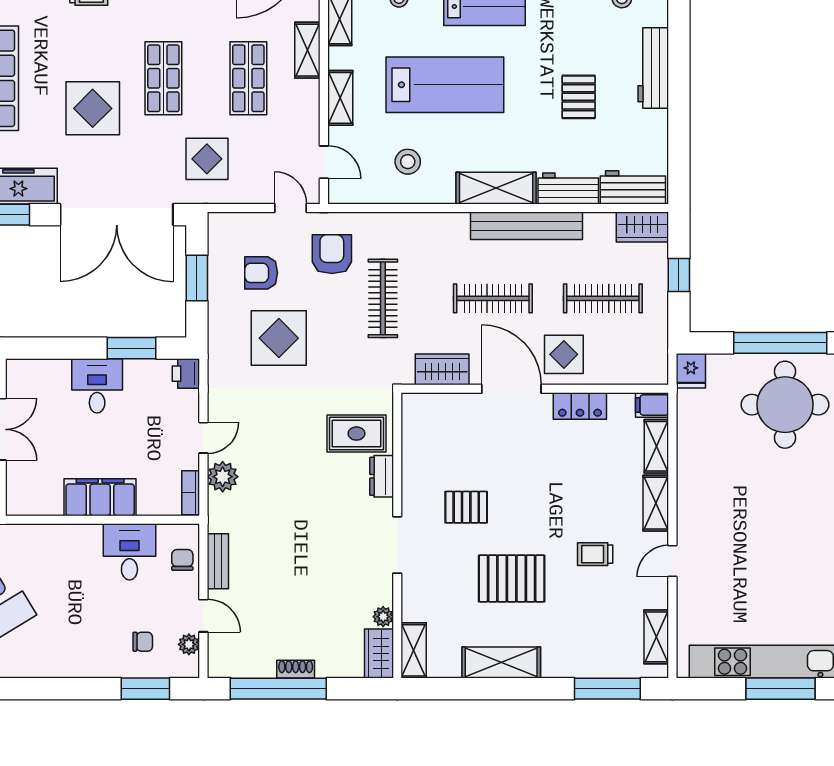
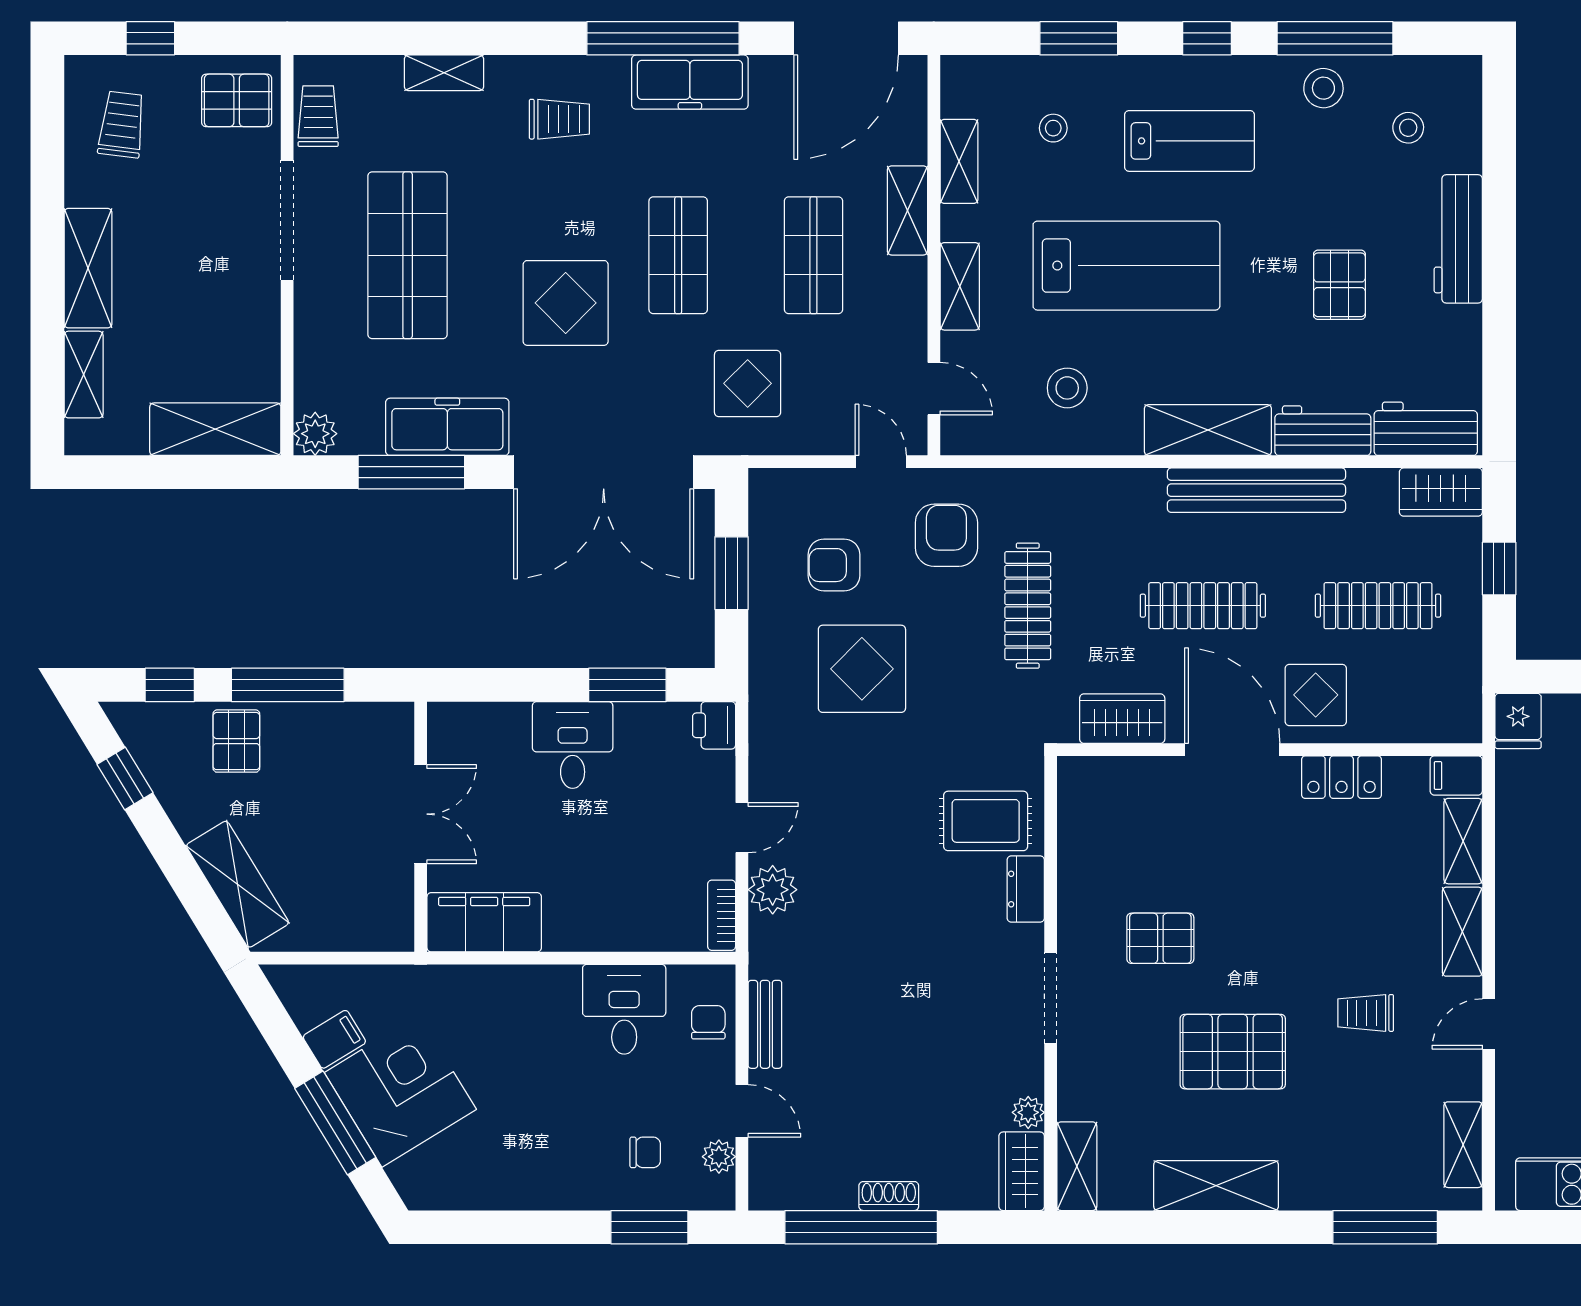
filing cabinet: (100, 497) -> (484, 922), moved

